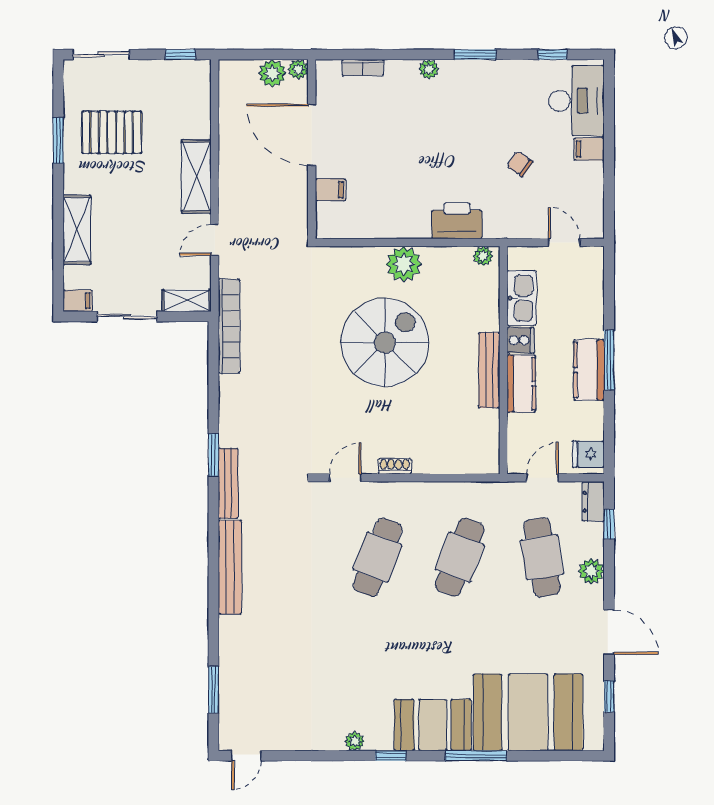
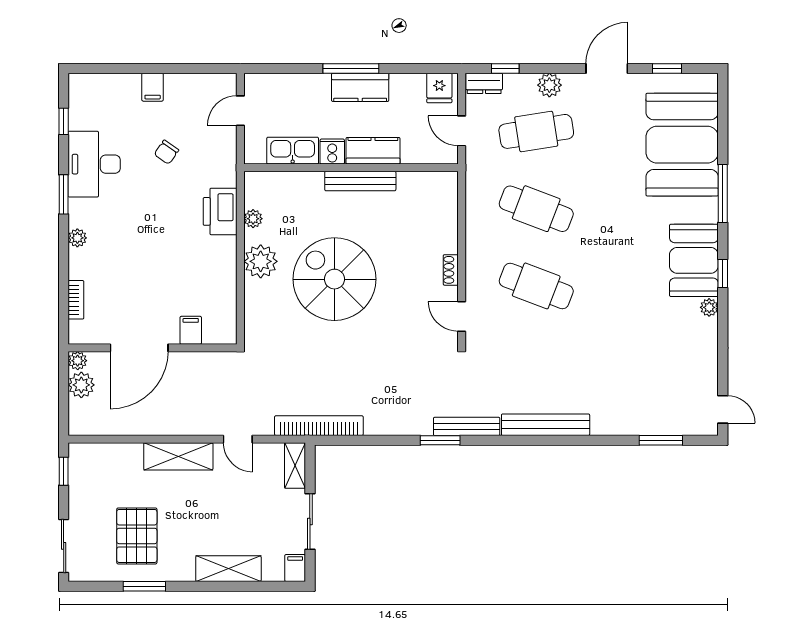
desk: (576, 101) -> (94, 164), moved, turned -90
plant: (483, 256) -> (253, 219), moved
booth: (433, 725) -> (694, 260), moved

